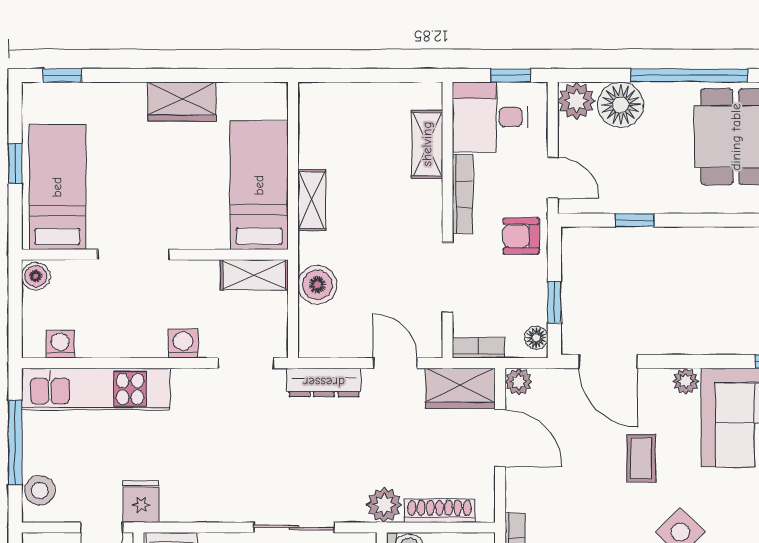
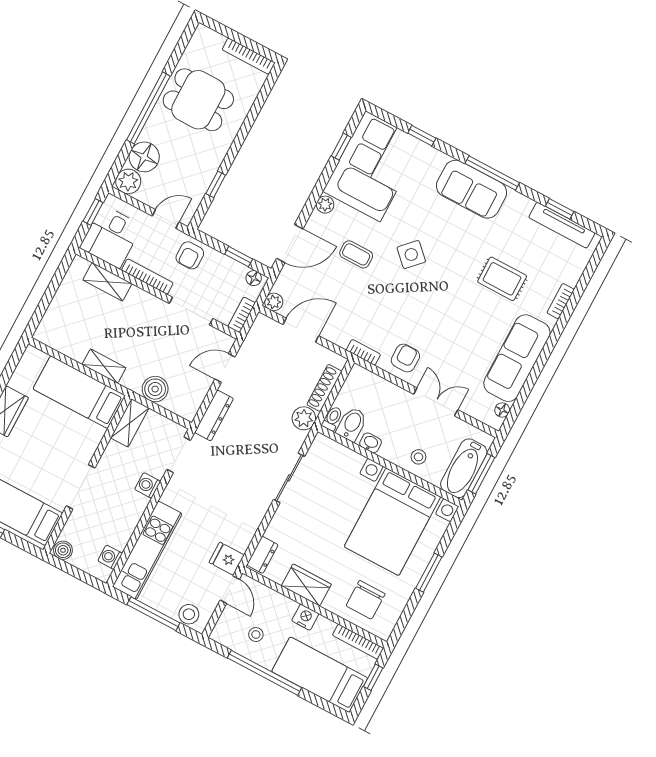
wardrobe: (460, 388) -> (260, 338), removed

